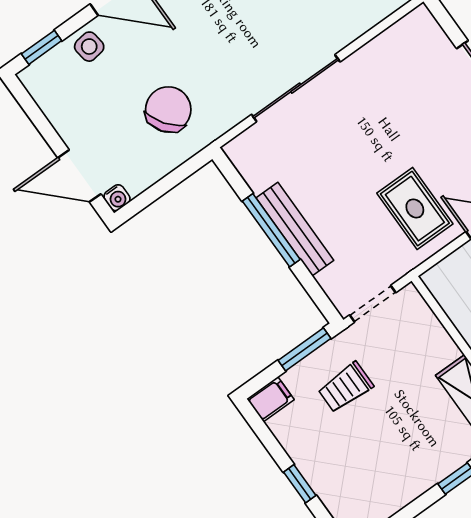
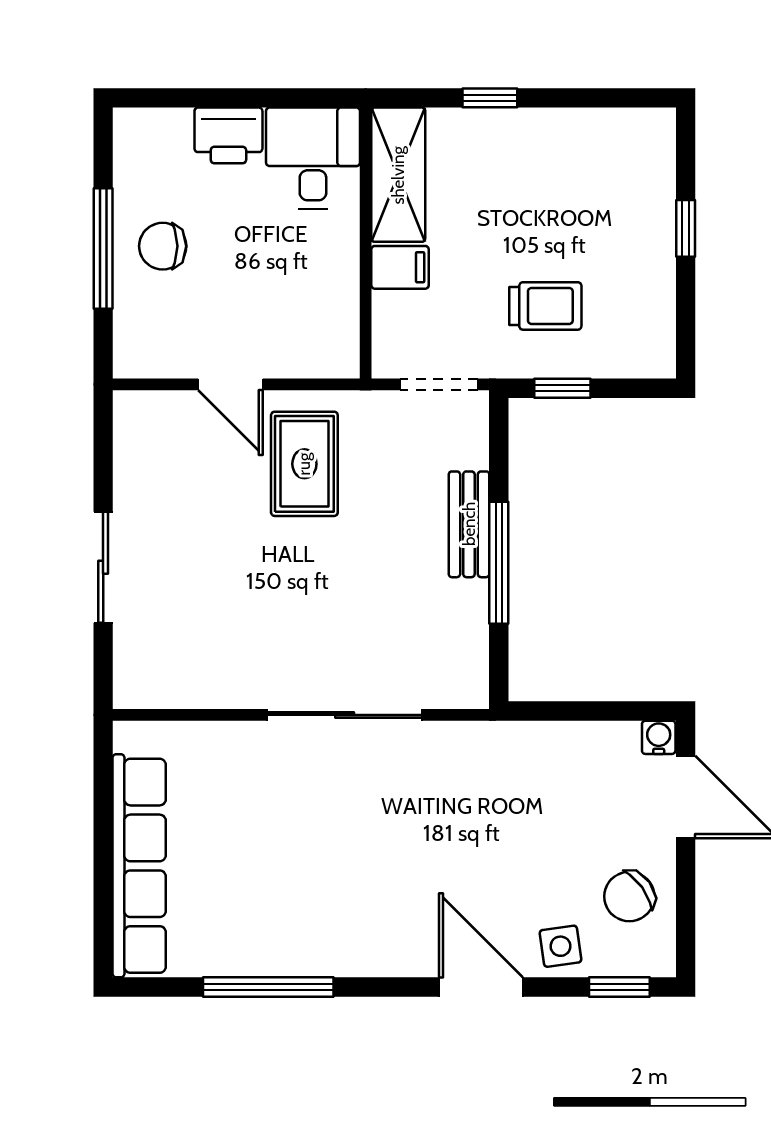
chair: (168, 109) -> (629, 896), moved, width x0.73, depth x0.73
bench: (295, 229) -> (469, 524), width x0.73
window: (305, 349) -> (562, 388), width x0.67
filing cabinet: (271, 399) -> (400, 267), moved, turned 180

